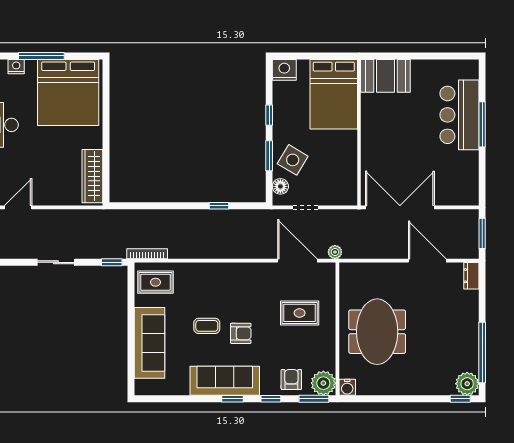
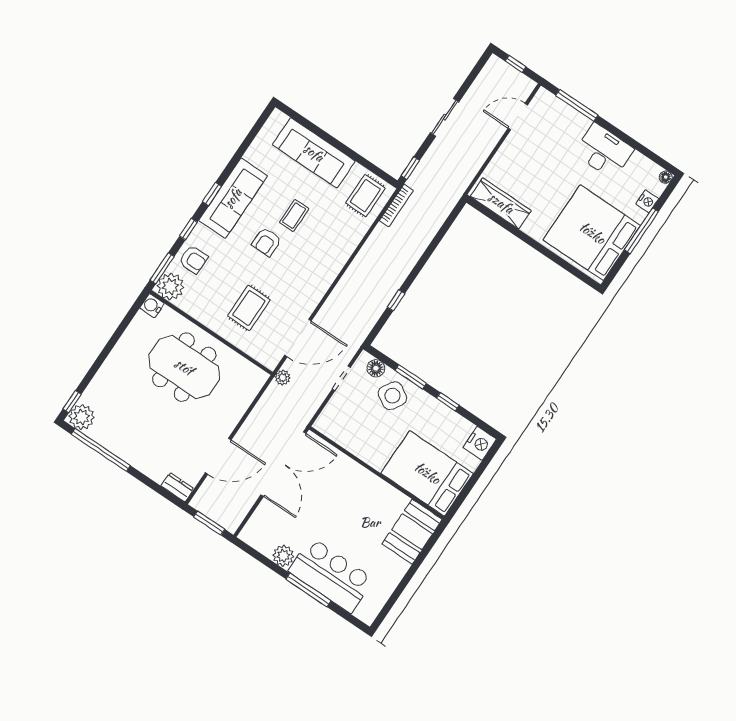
plant: (469, 161) -> (283, 556), added
door: (18, 207) -> (518, 117), swing flipped

